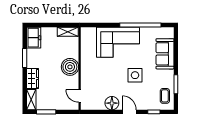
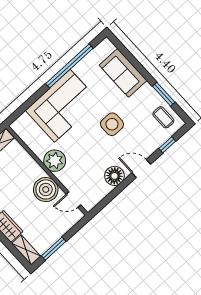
boiler: (70, 67) -> (46, 189), moved
plant: (88, 67) -> (55, 161), added

